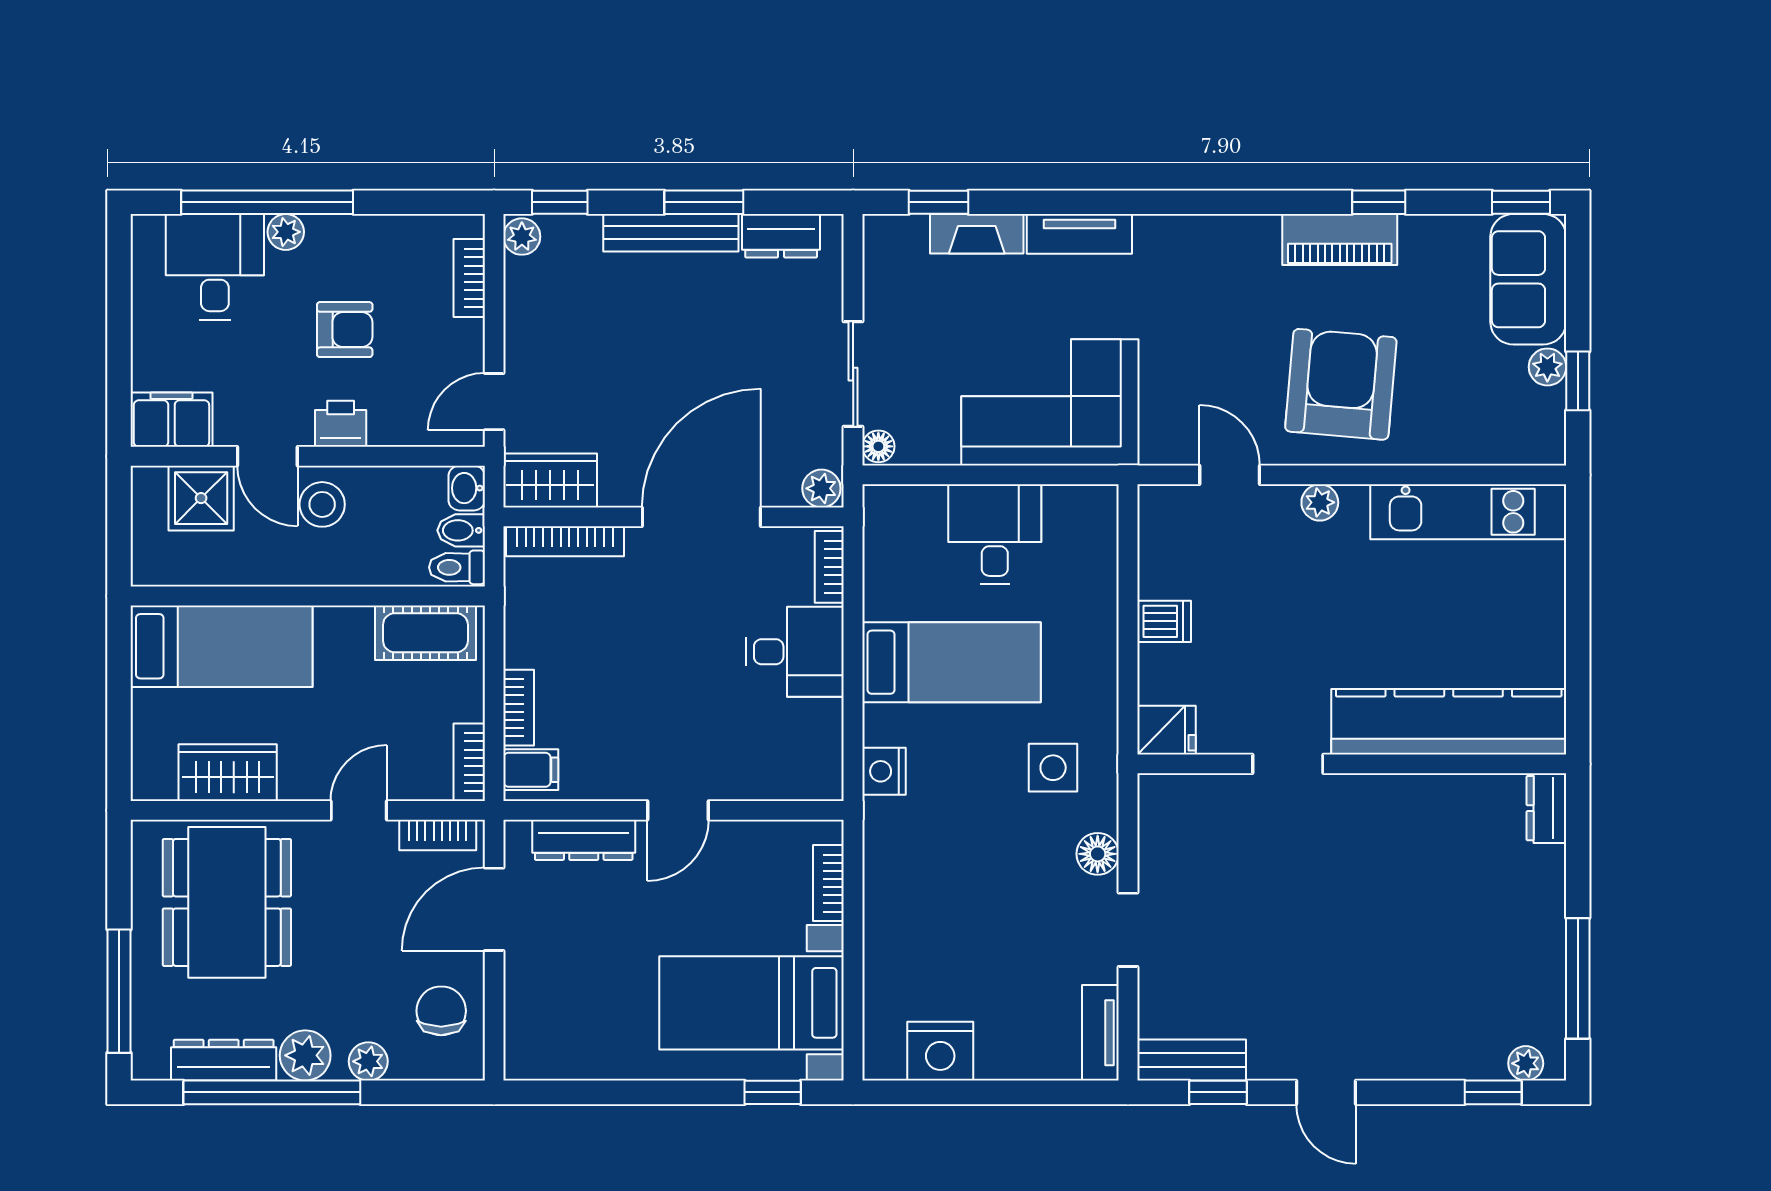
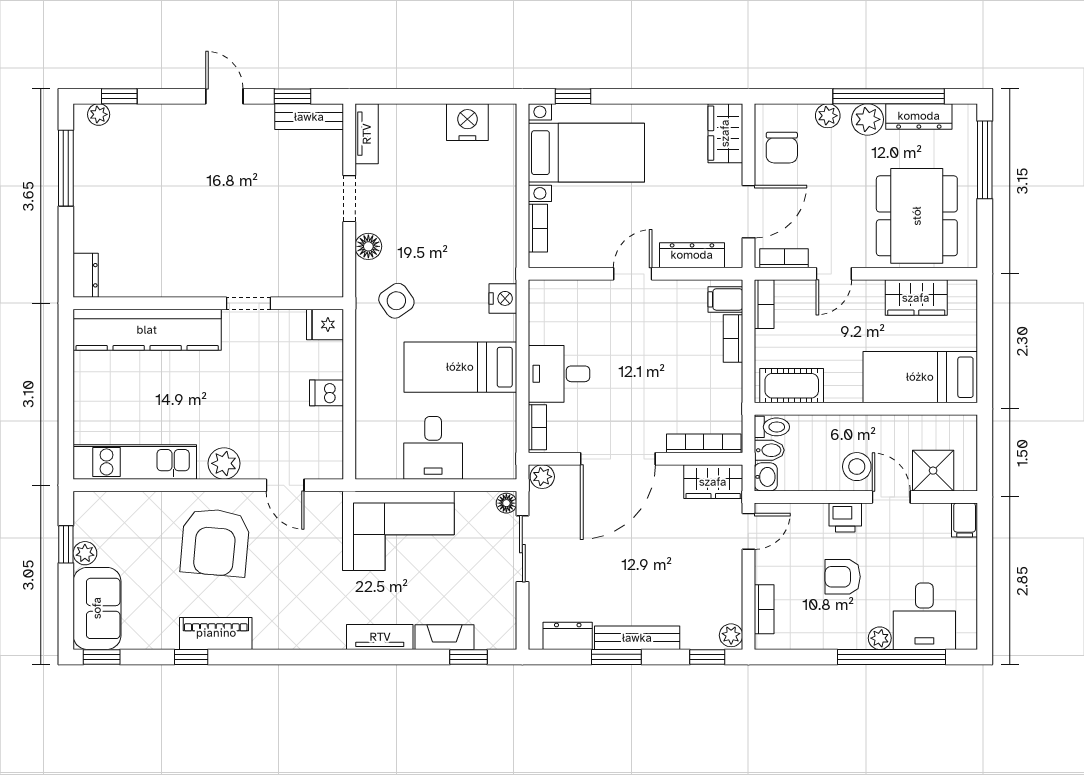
filing cabinet: (171, 420) -> (965, 520), width x0.50
plant: (1320, 502) -> (224, 463), width x1.38, depth x1.38
side table: (1053, 768) -> (396, 301), turned -35
wardrobe: (531, 1034) -> (725, 133), added

